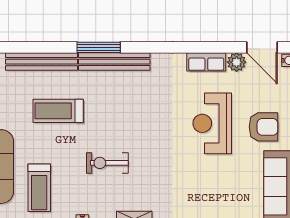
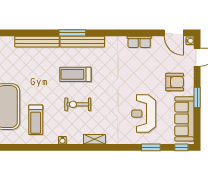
plant: (237, 62) -> (158, 42), removed
treadmill: (58, 111) -> (75, 74), moved
reception desk: (212, 123) -> (144, 114), moved

